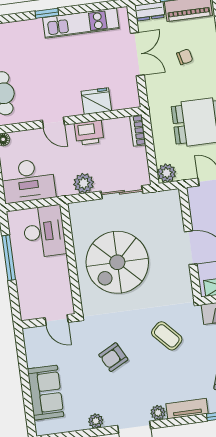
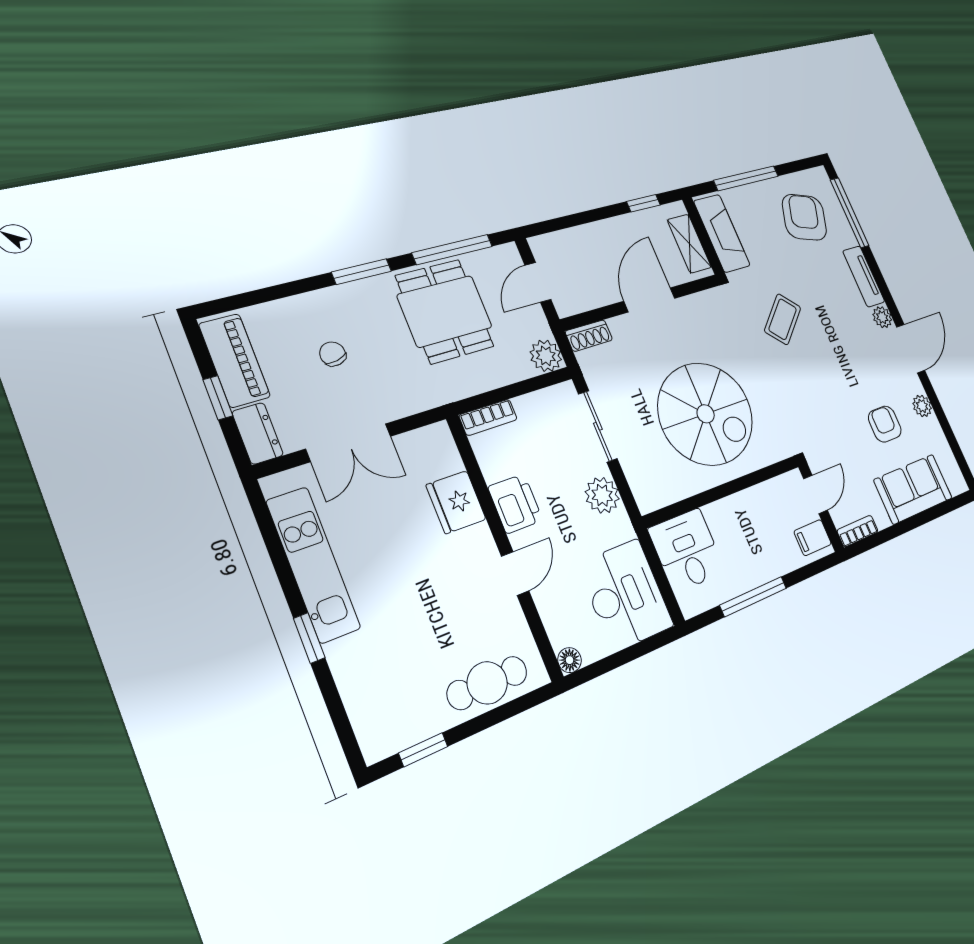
double door: (137, 54) -> (349, 442), swing flipped
shoe rack: (174, 202) -> (589, 336), added
desk: (44, 231) -> (687, 550), width x0.73
filing cabinet: (32, 309) -> (813, 538), added
bookcase: (29, 342) -> (858, 531), added
armchair: (113, 357) -> (885, 424), moved, turned -152

